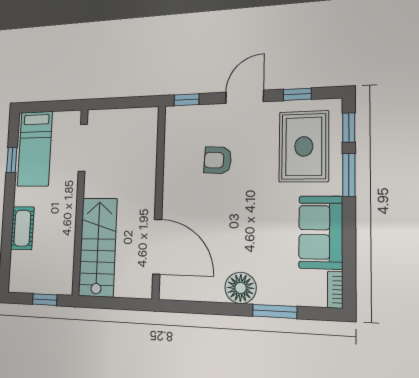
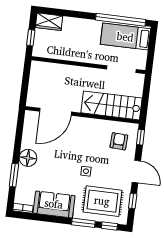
window: (12, 160) -> (121, 20), width x3.17
armchair: (218, 160) -> (119, 141), moved
side table: (253, 183) -> (86, 171), added
cot: (22, 228) -> (76, 25), removed
stairs: (98, 247) -> (112, 105), moved, turned 180
wardrobe: (20, 272) -> (49, 22), added

